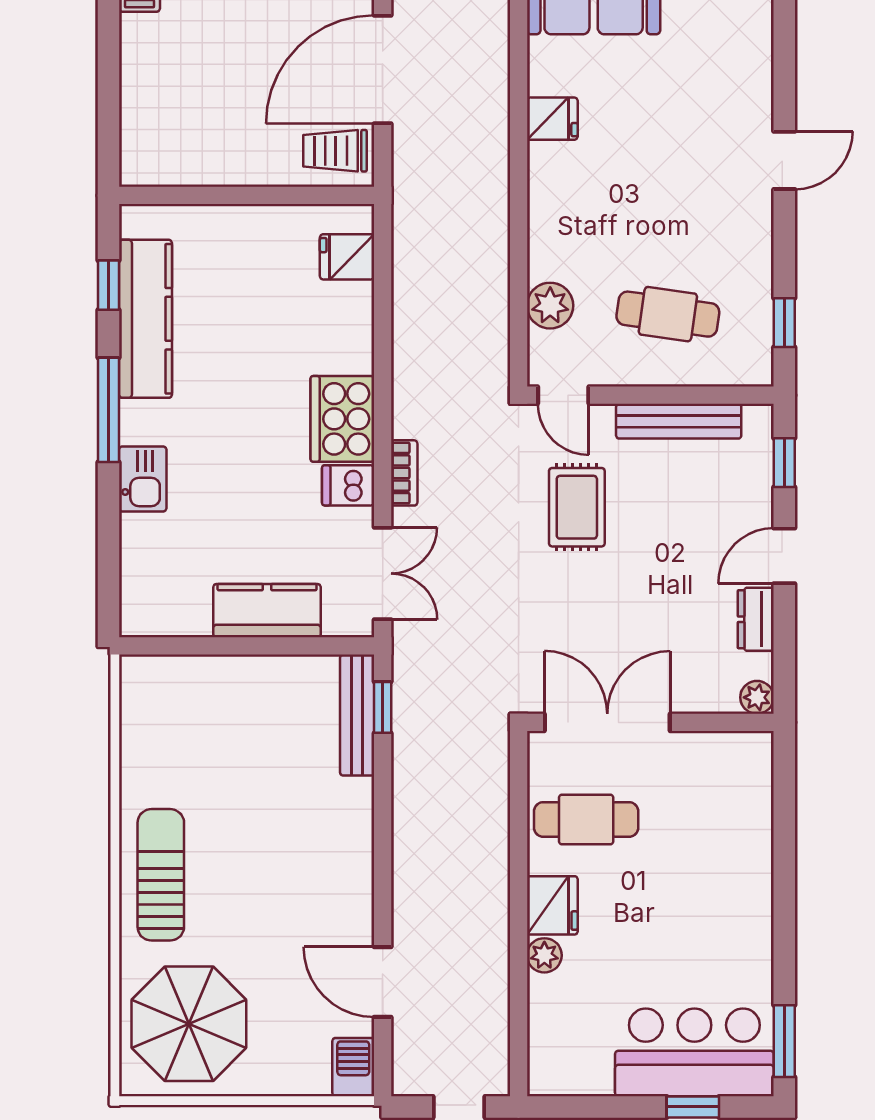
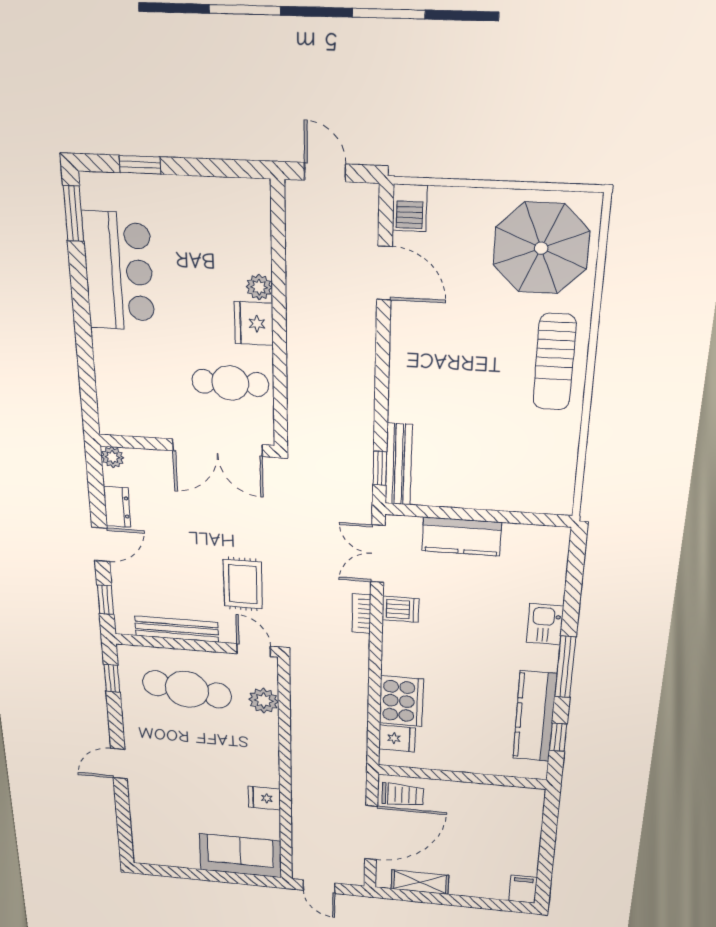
cafe table: (668, 314) -> (187, 689), width x1.37, depth x1.35
cooker: (342, 419) -> (401, 701), moved
bar counter: (694, 1052) -> (119, 272), moved, turned -90

